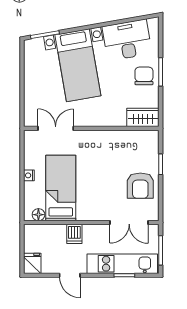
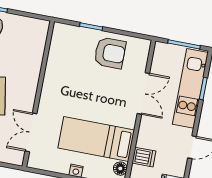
wardrobe: (143, 117) -> (37, 36), removed
double door: (129, 222) -> (143, 93), moved
dishwasher: (74, 234) -> (144, 157), moved

